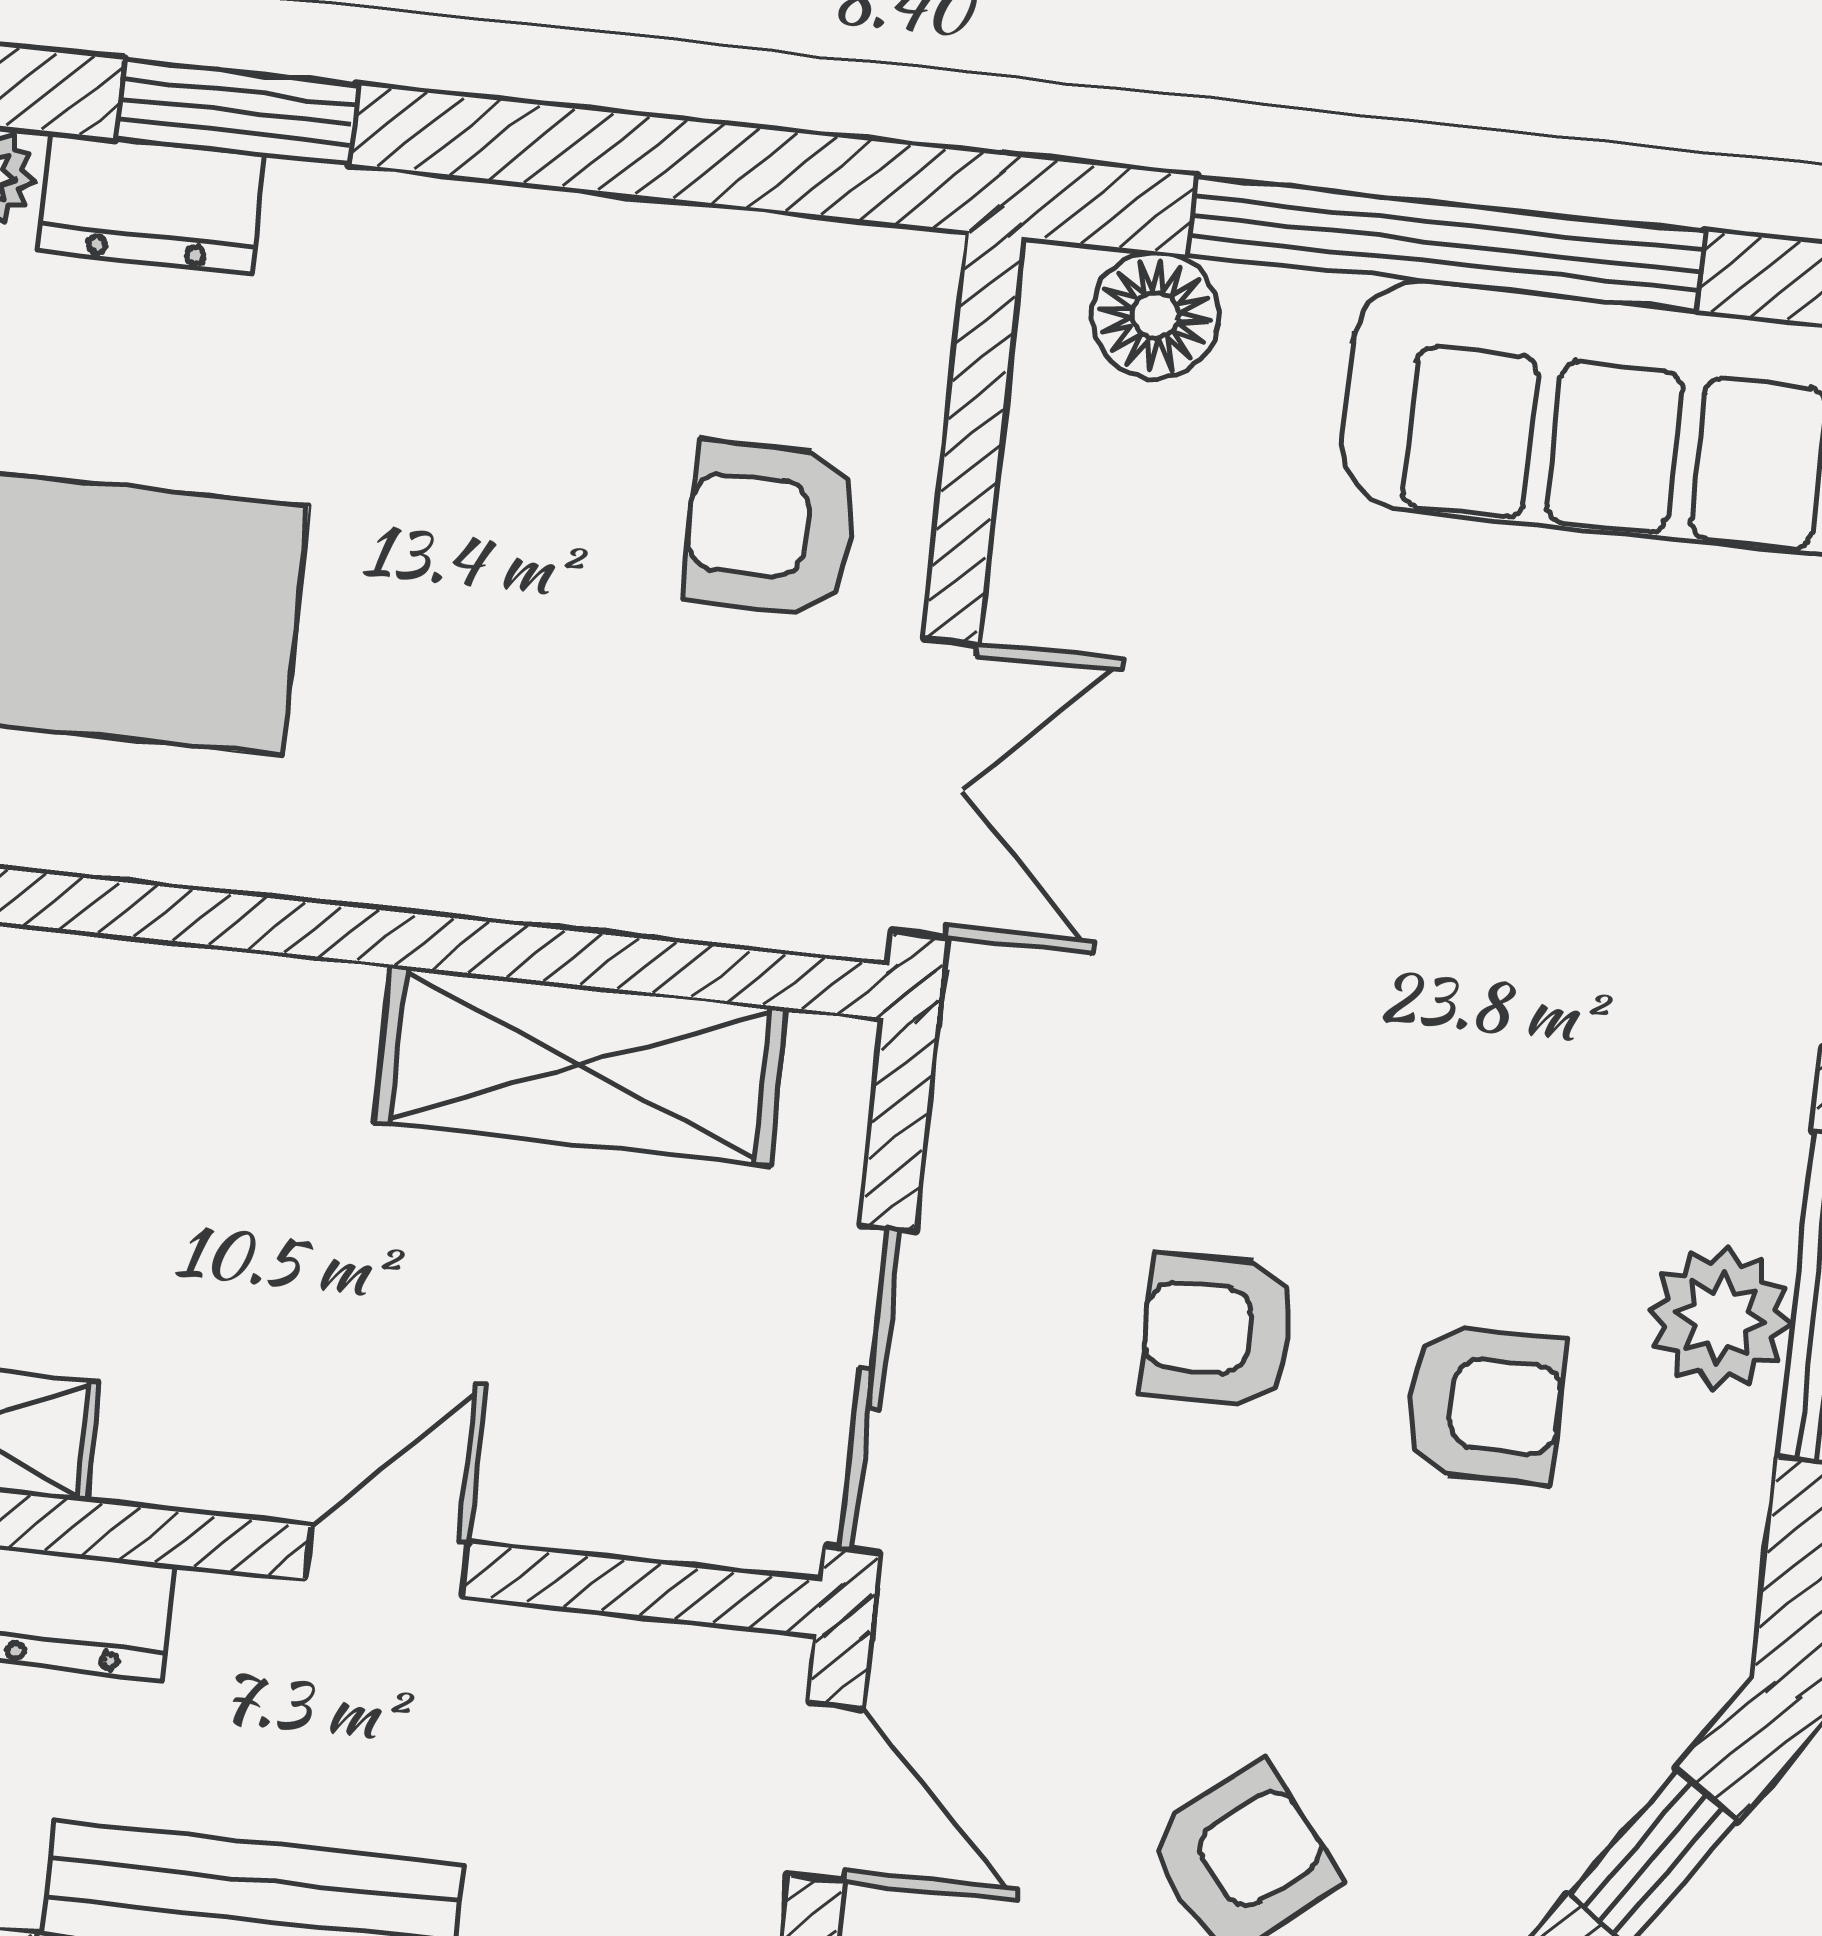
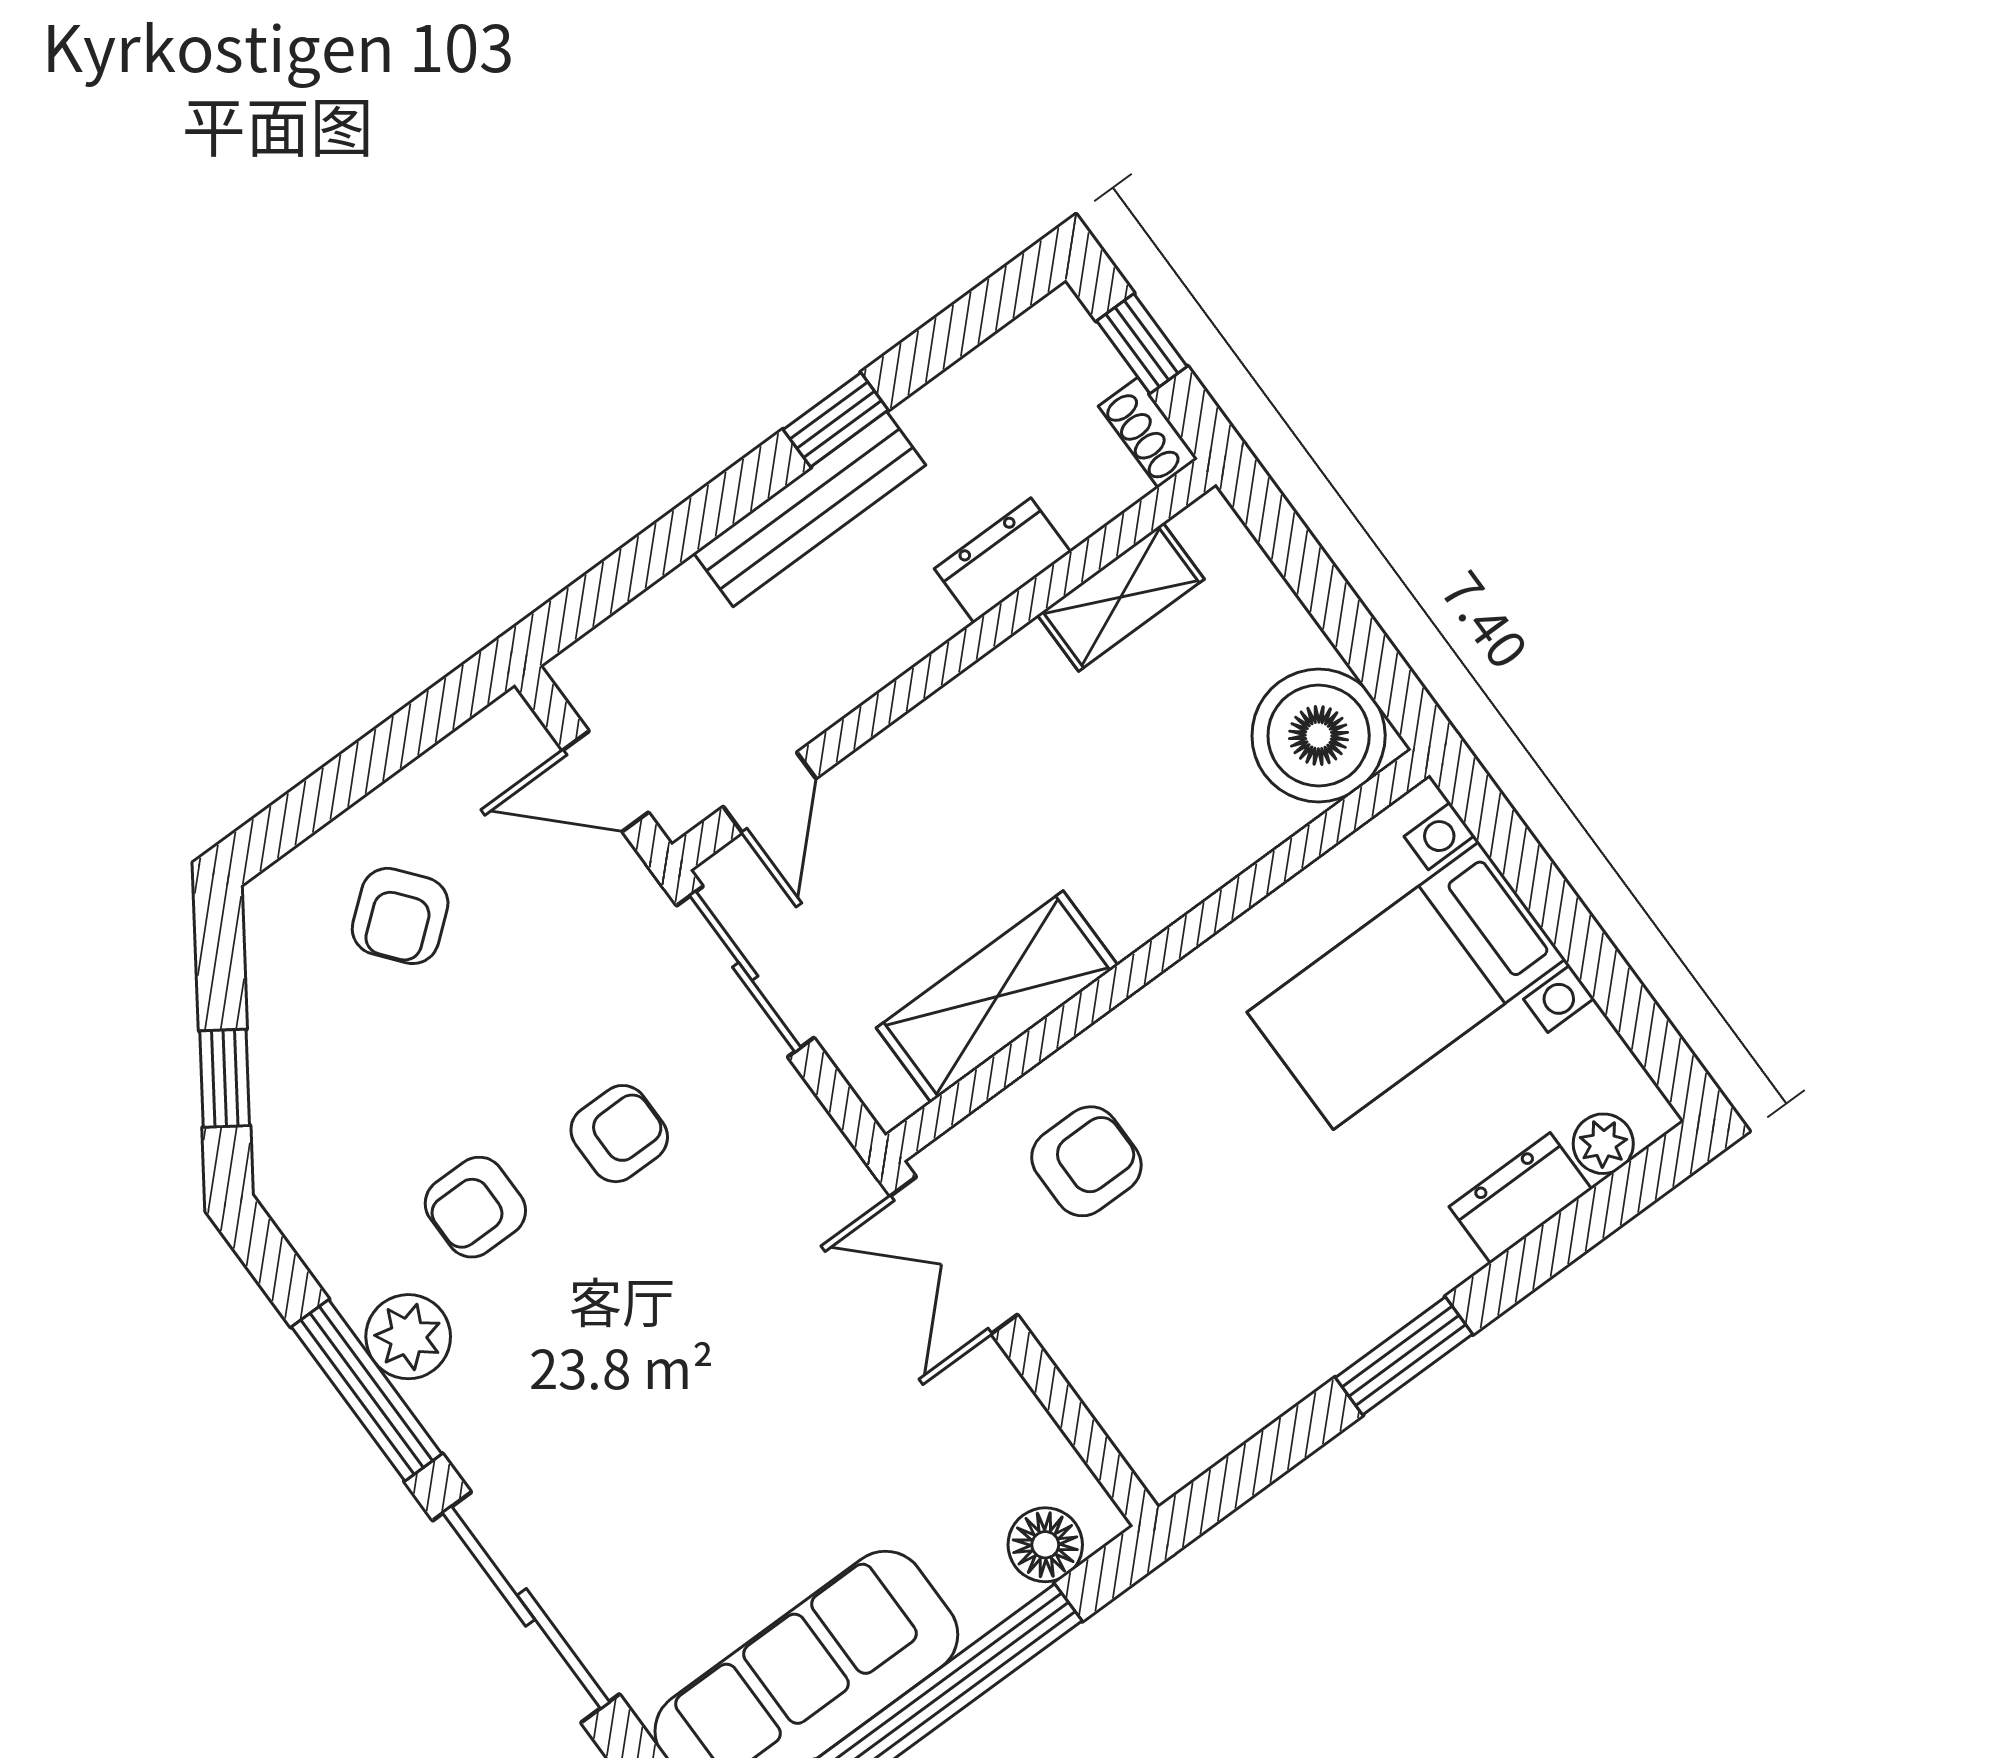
window: (237, 112) -> (1404, 1356), moved
armchair: (771, 528) -> (1086, 1161), moved
door: (387, 1561) -> (770, 792), moved

